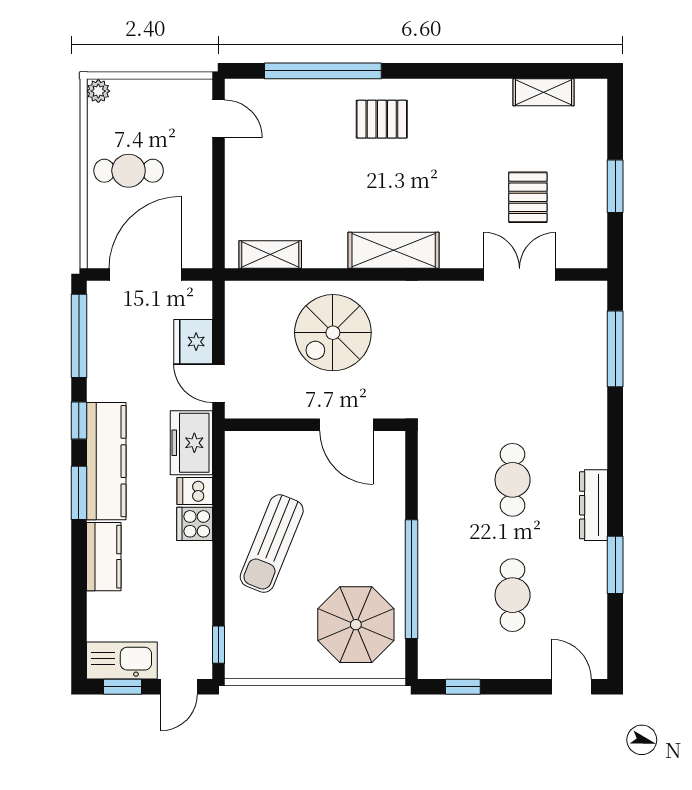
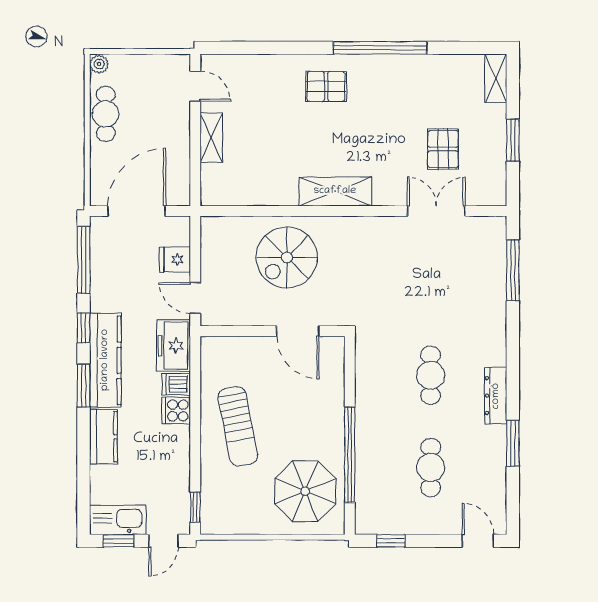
window: (323, 71) -> (380, 48), moved
shelving: (544, 92) -> (496, 78), moved, turned 90
cafe table: (129, 171) -> (106, 114), moved, turned 90
shelving: (270, 254) -> (211, 138), moved, turned 90
fridge: (193, 342) -> (175, 260), width x0.72
sun lounger: (272, 544) -> (238, 426), turned -33

